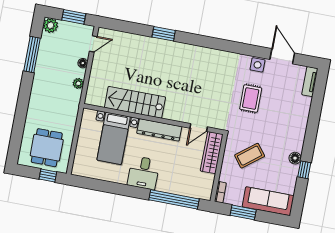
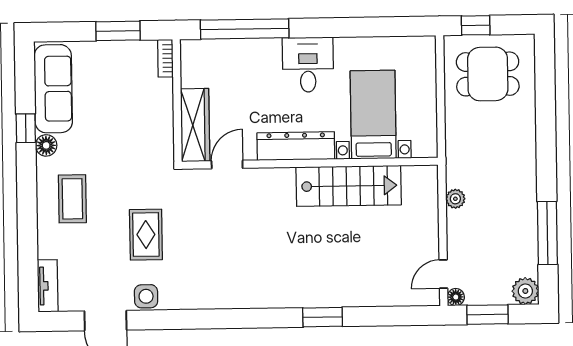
floor lamp: (83, 63) -> (456, 297), moved
dining table: (47, 148) -> (488, 74), turned 90
coffee table: (250, 156) -> (72, 199), moved, turned -52
sofa: (268, 201) -> (53, 89), moved, turned -90

